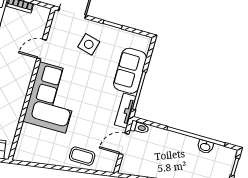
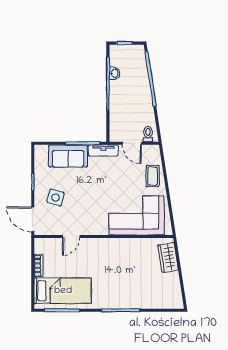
door: (42, 49) -> (71, 237), hinge flipped
corner sofa: (53, 97) -> (136, 215), moved
toilet: (139, 127) -> (148, 134), moved

